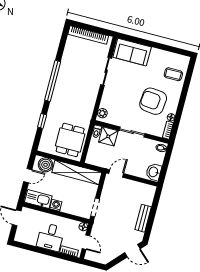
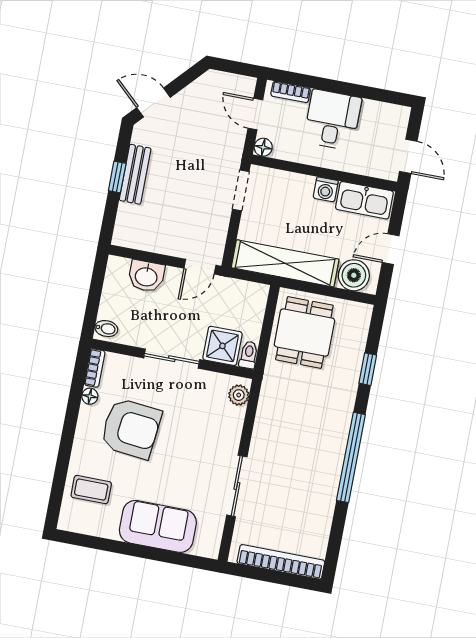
sofa: (132, 52) -> (158, 526), moved
washbasin: (154, 172) -> (146, 276), moved, turned 90
window: (152, 218) -> (117, 177), added

